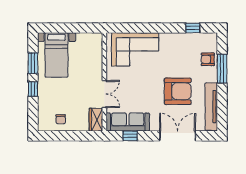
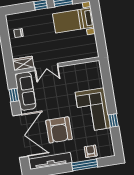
window: (193, 28) -> (113, 120), moved
corner sofa: (135, 49) -> (93, 110), moved
double door: (178, 136) -> (21, 136), width x1.36

